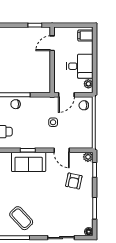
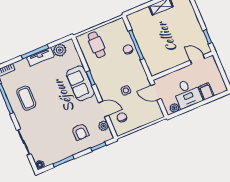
filing cabinet: (85, 36) -> (206, 91), moved
chair: (84, 105) -> (122, 117), moved
door: (62, 150) -> (104, 109), swing flipped
plant: (88, 157) -> (104, 126), moved
armchair: (74, 181) -> (80, 132), turned -102
coffee table: (21, 218) -> (26, 98), turned -47

